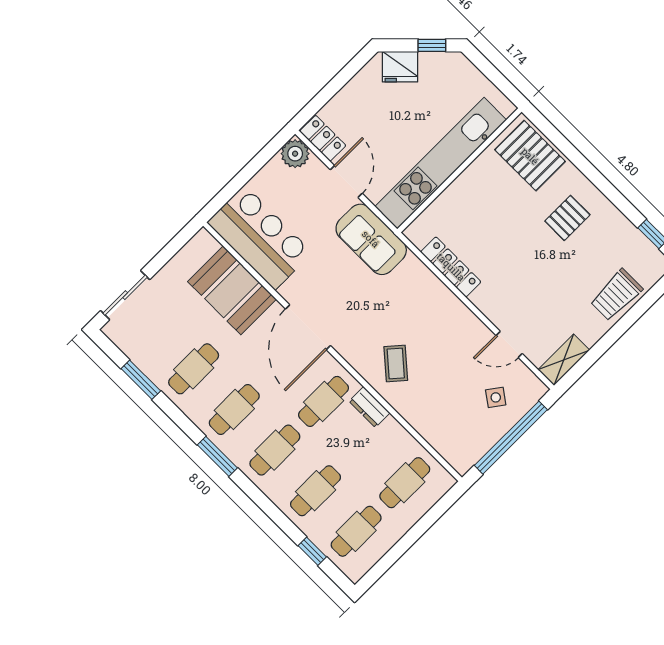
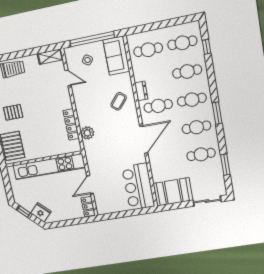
plant: (295, 154) -> (87, 133), moved
sofa: (371, 239) -> (116, 56), moved, turned 180
booth: (232, 290) -> (173, 192), moved, turned 90

